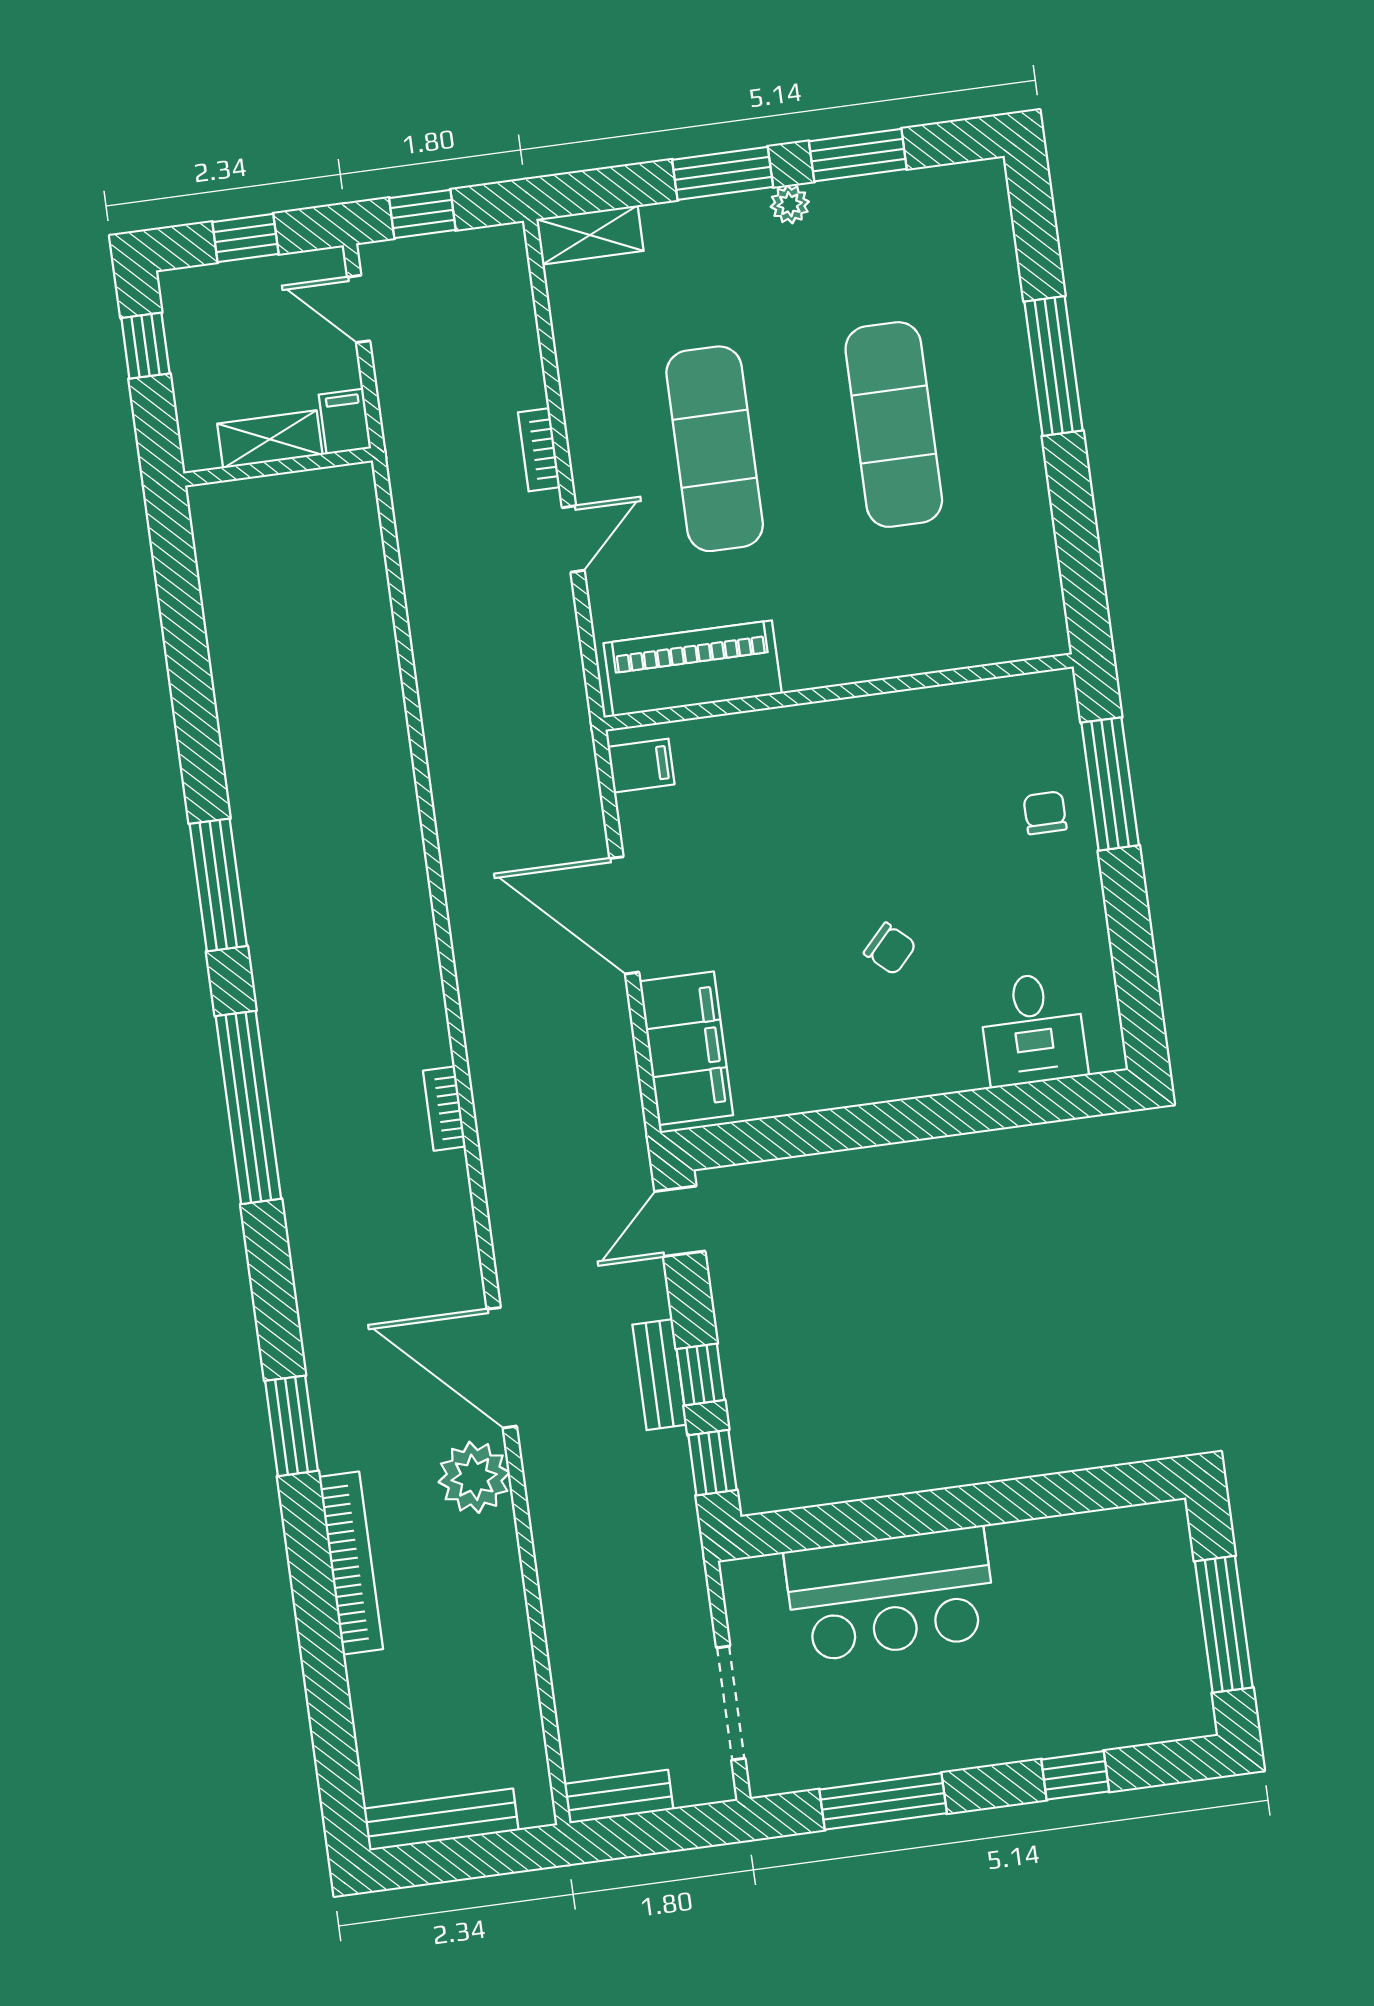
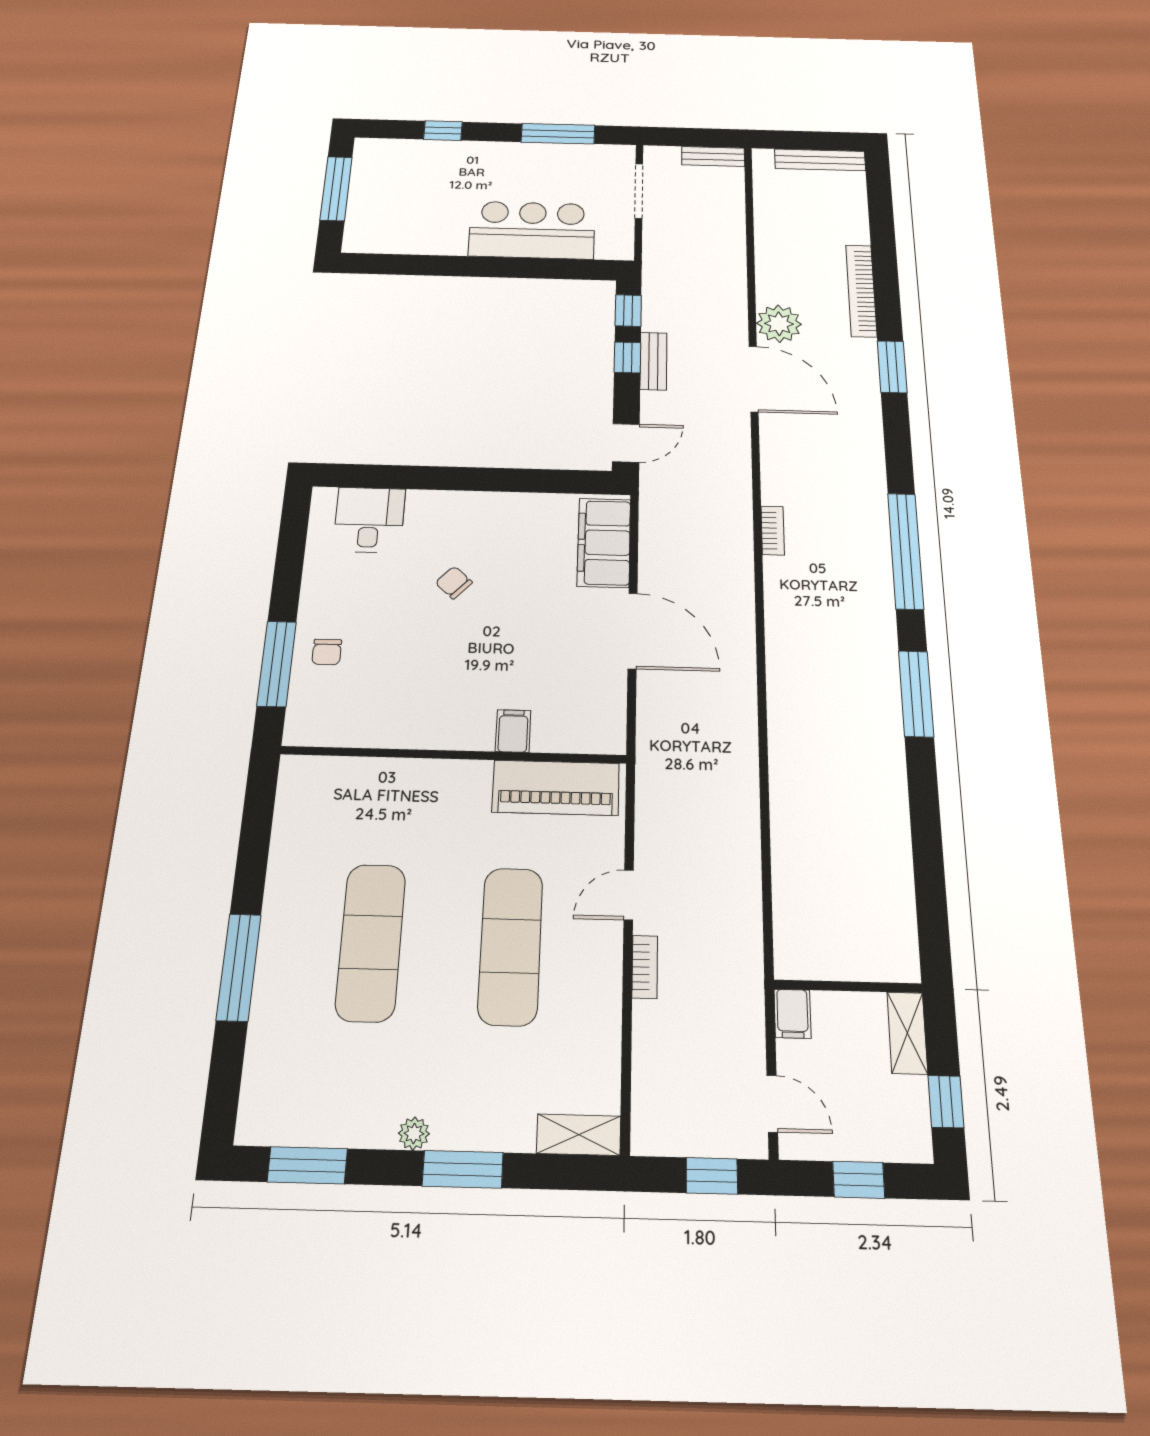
window: (858, 155) -> (307, 1165), moved
shelving: (270, 439) -> (907, 1033), moved, turned 90
filing cabinet: (641, 766) -> (513, 731), moved, turned 90

